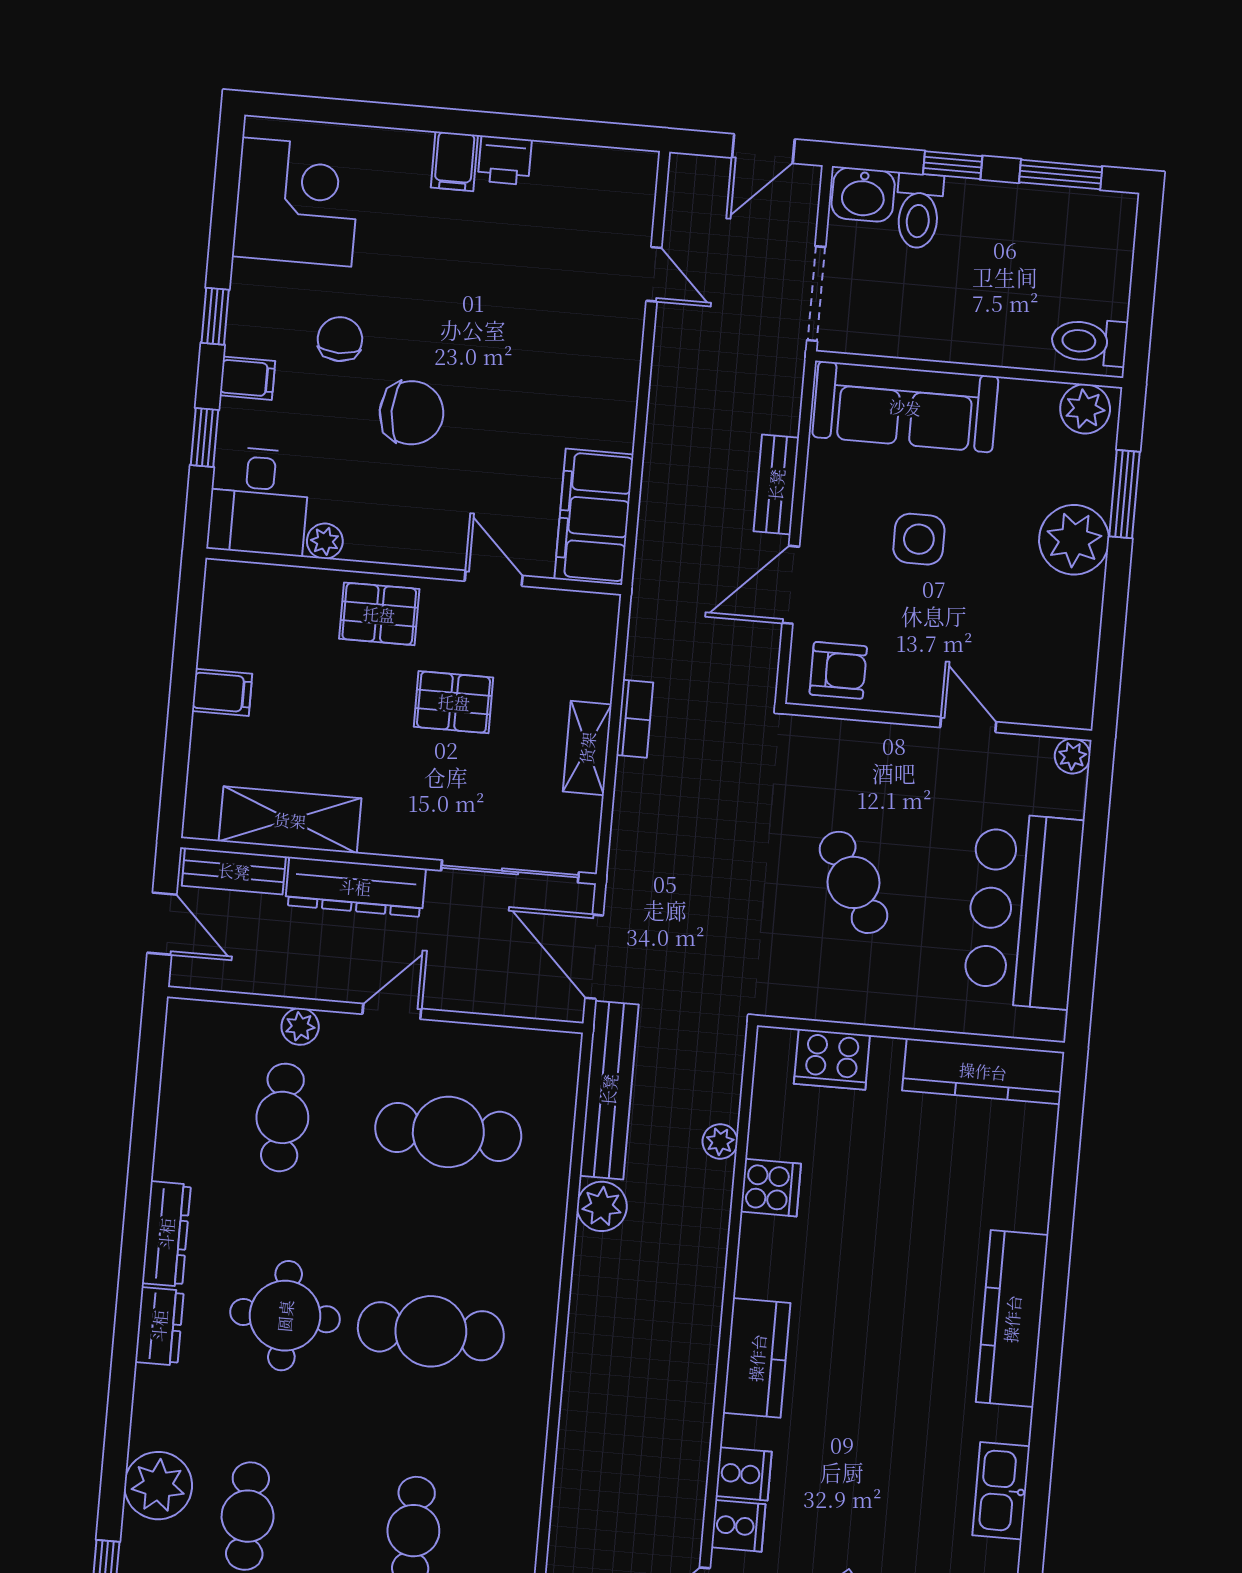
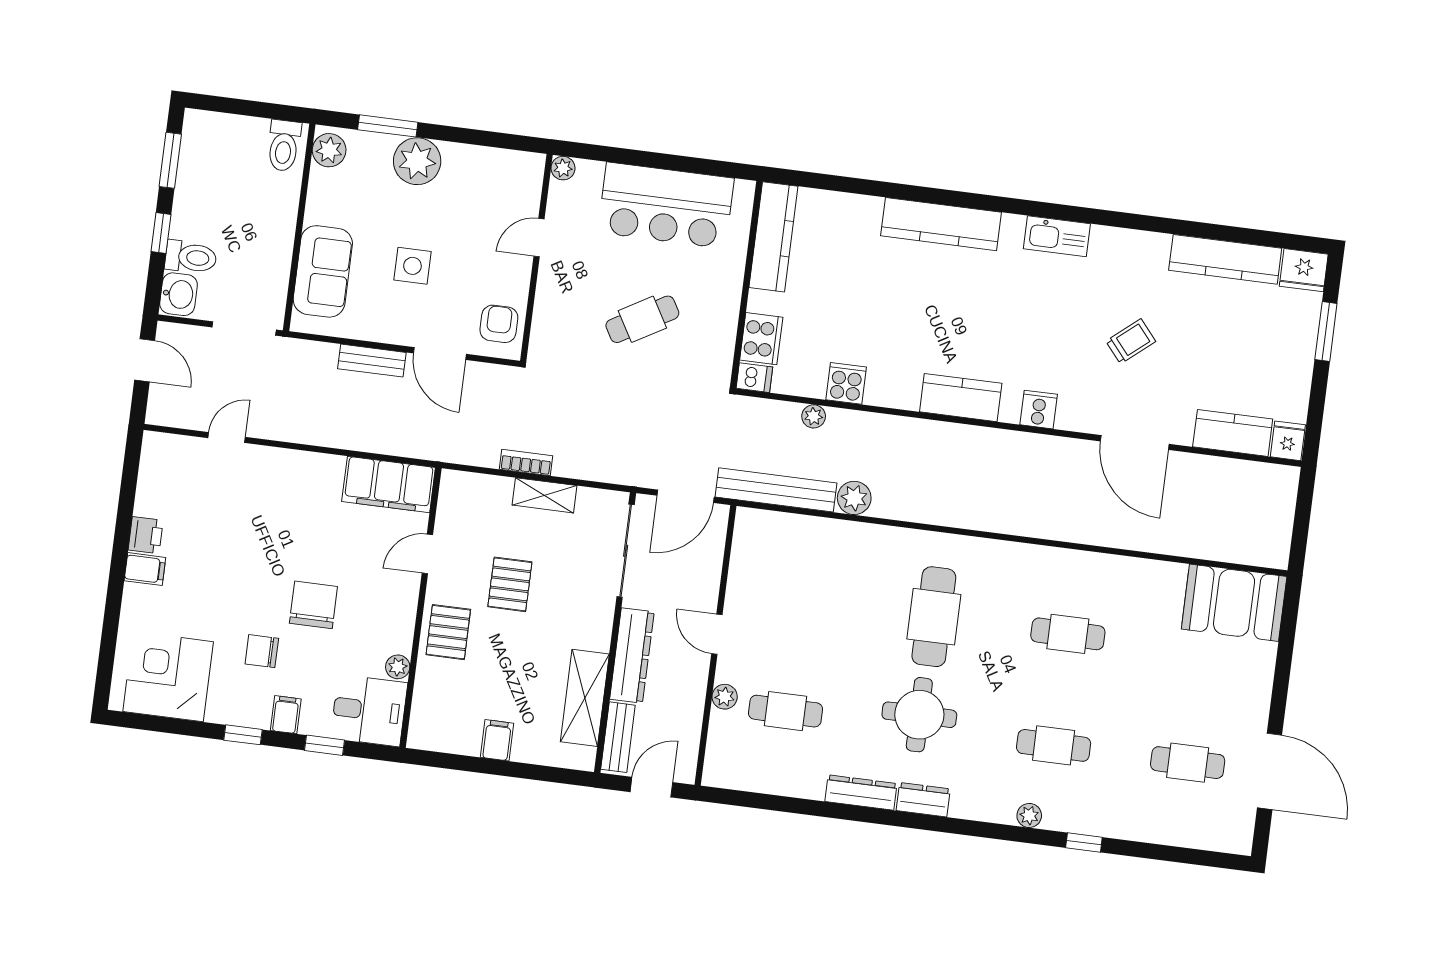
sofa: (905, 407) -> (323, 271), width x0.73
dishwasher: (774, 1051) -> (754, 378), added
cafe table: (448, 1132) -> (800, 600), removed
plant: (158, 1486) -> (1029, 815), width x0.53, depth x0.53
cooker: (738, 1526) -> (1073, 415), removed

